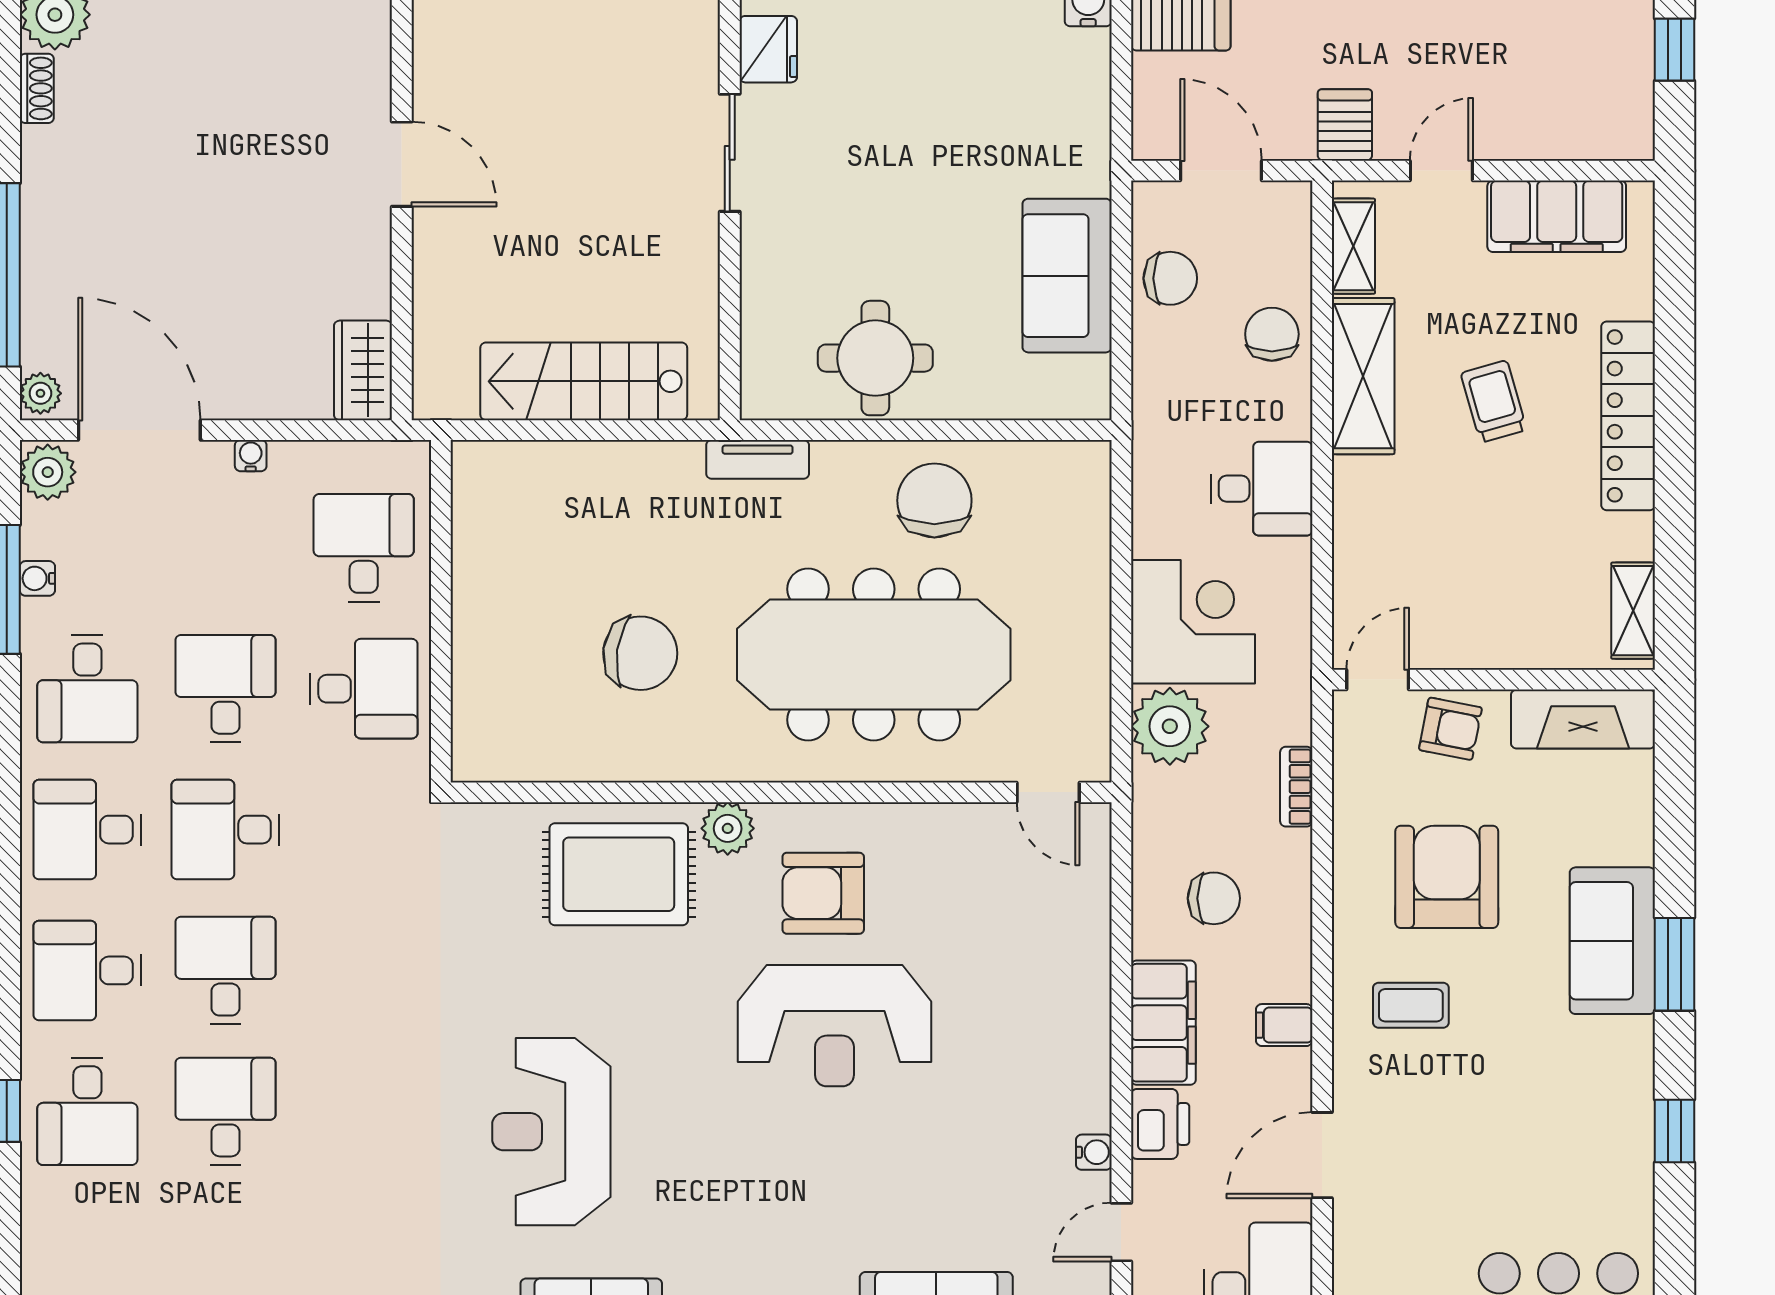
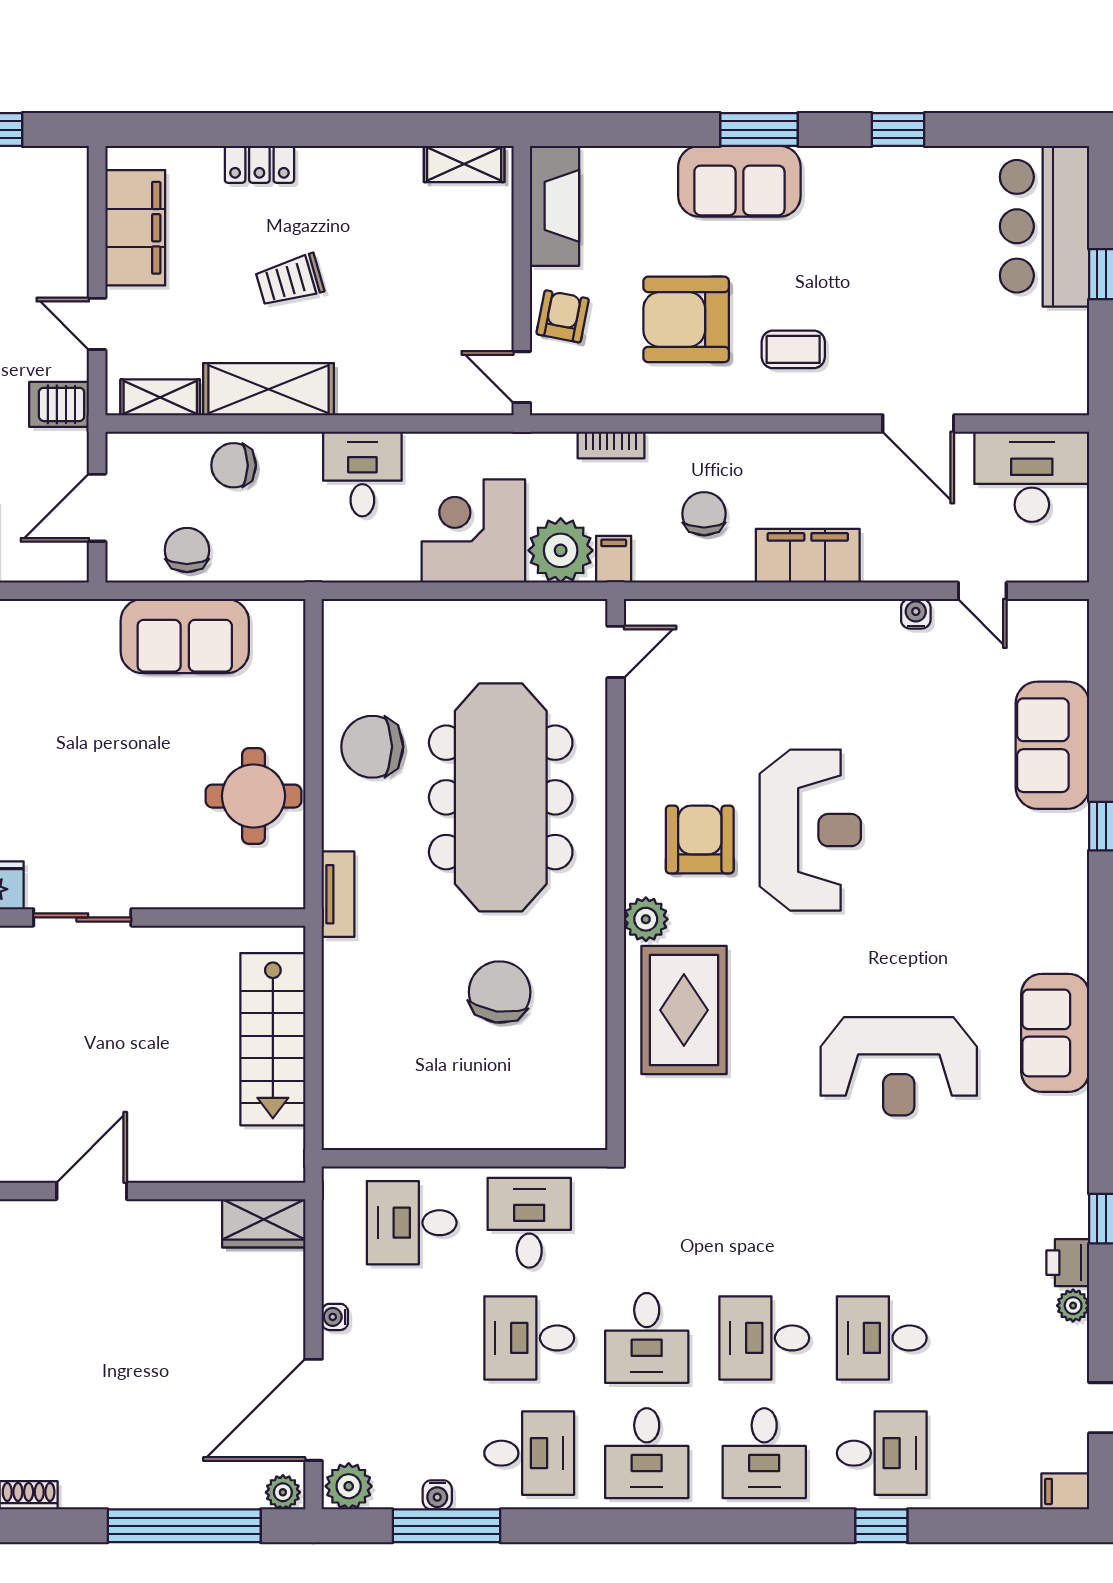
locker: (1628, 416) -> (259, 164), width x0.46, depth x0.83
armchair: (823, 893) -> (700, 839), turned 180
coffee table: (1411, 1005) -> (793, 349), turned 90
filing cabinet: (1284, 1025) -> (614, 559), moved, turned 180
printer: (1160, 1124) -> (892, 558), removed

